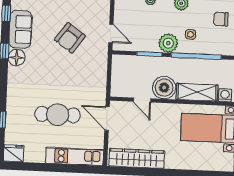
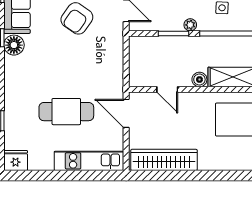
plant: (168, 43) -> (190, 25), width x0.53, depth x0.53
boiler: (164, 88) -> (199, 80), width x0.54, depth x0.54

